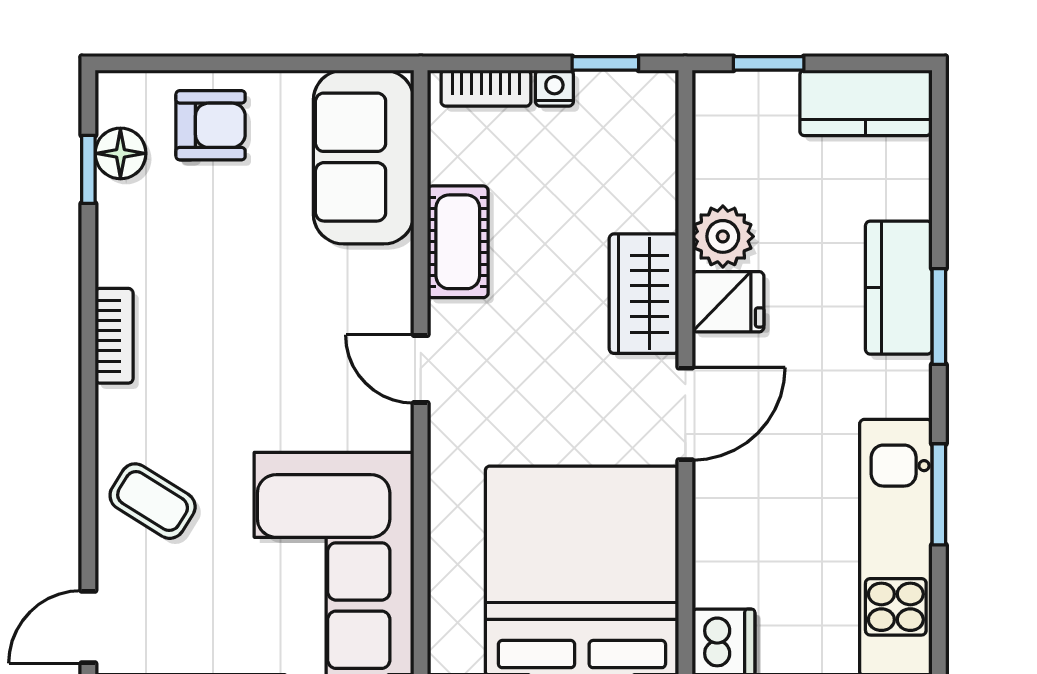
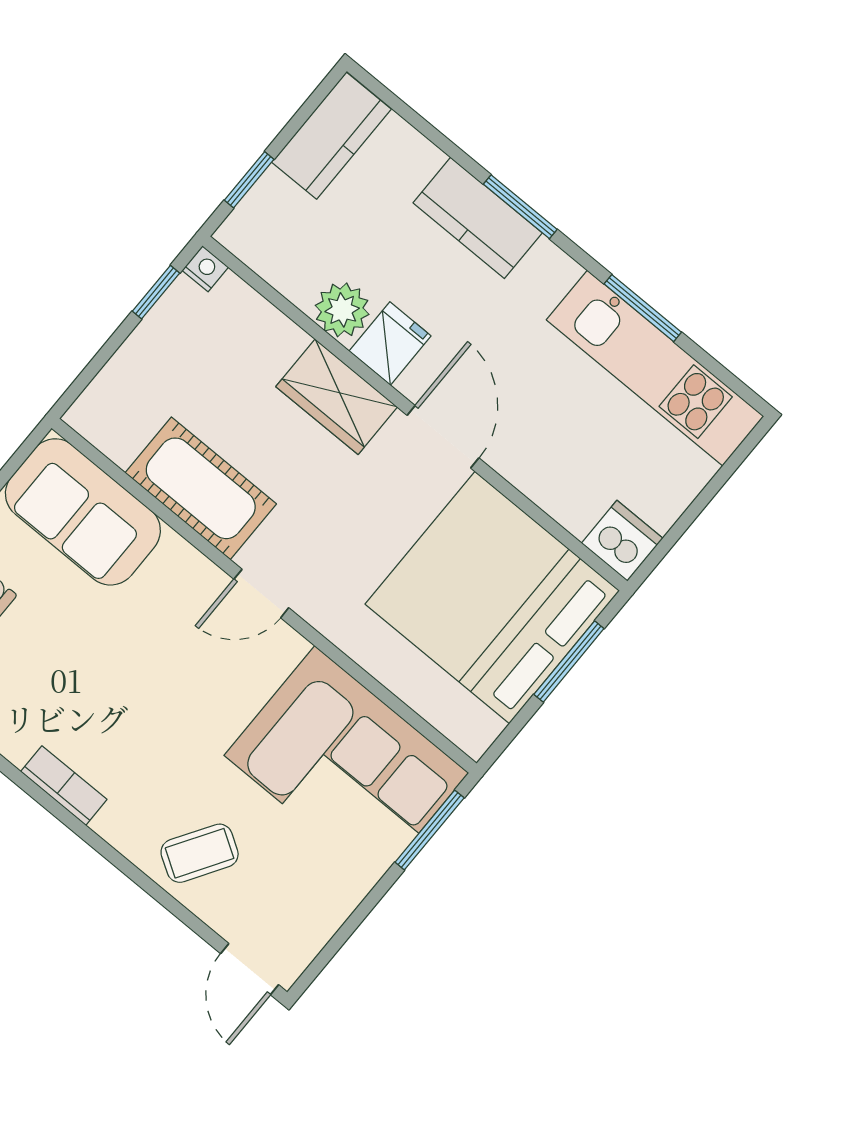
bookcase: (486, 88) -> (105, 388), removed
nightstand: (554, 88) -> (205, 269), moved, turned 90
cot: (458, 242) -> (201, 488), width x1.37, depth x1.34

